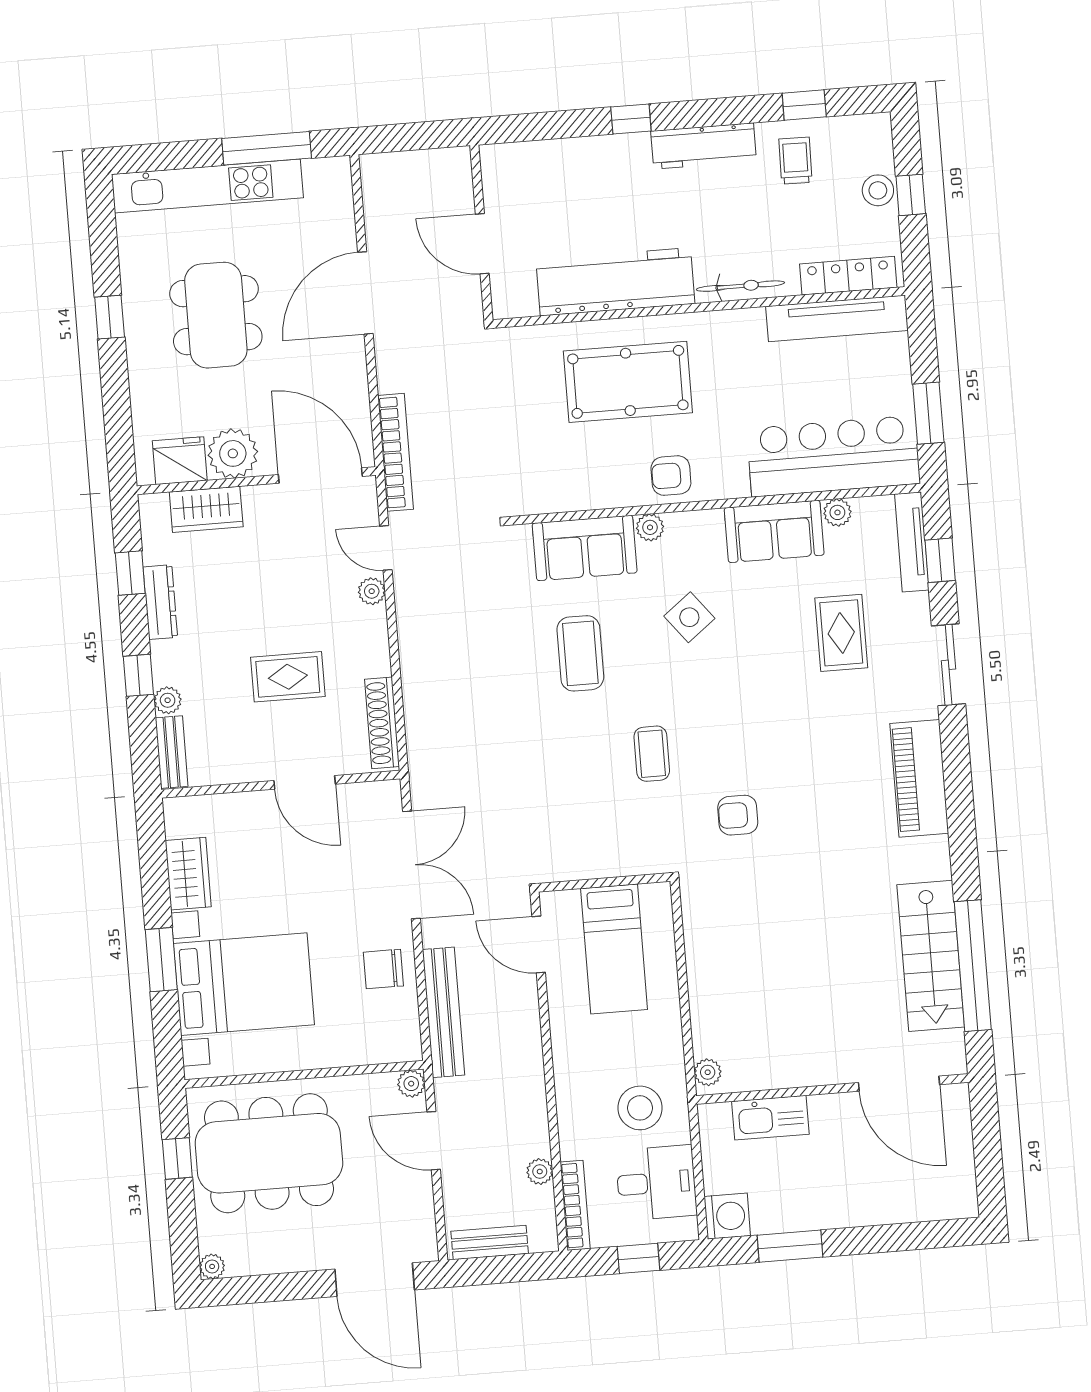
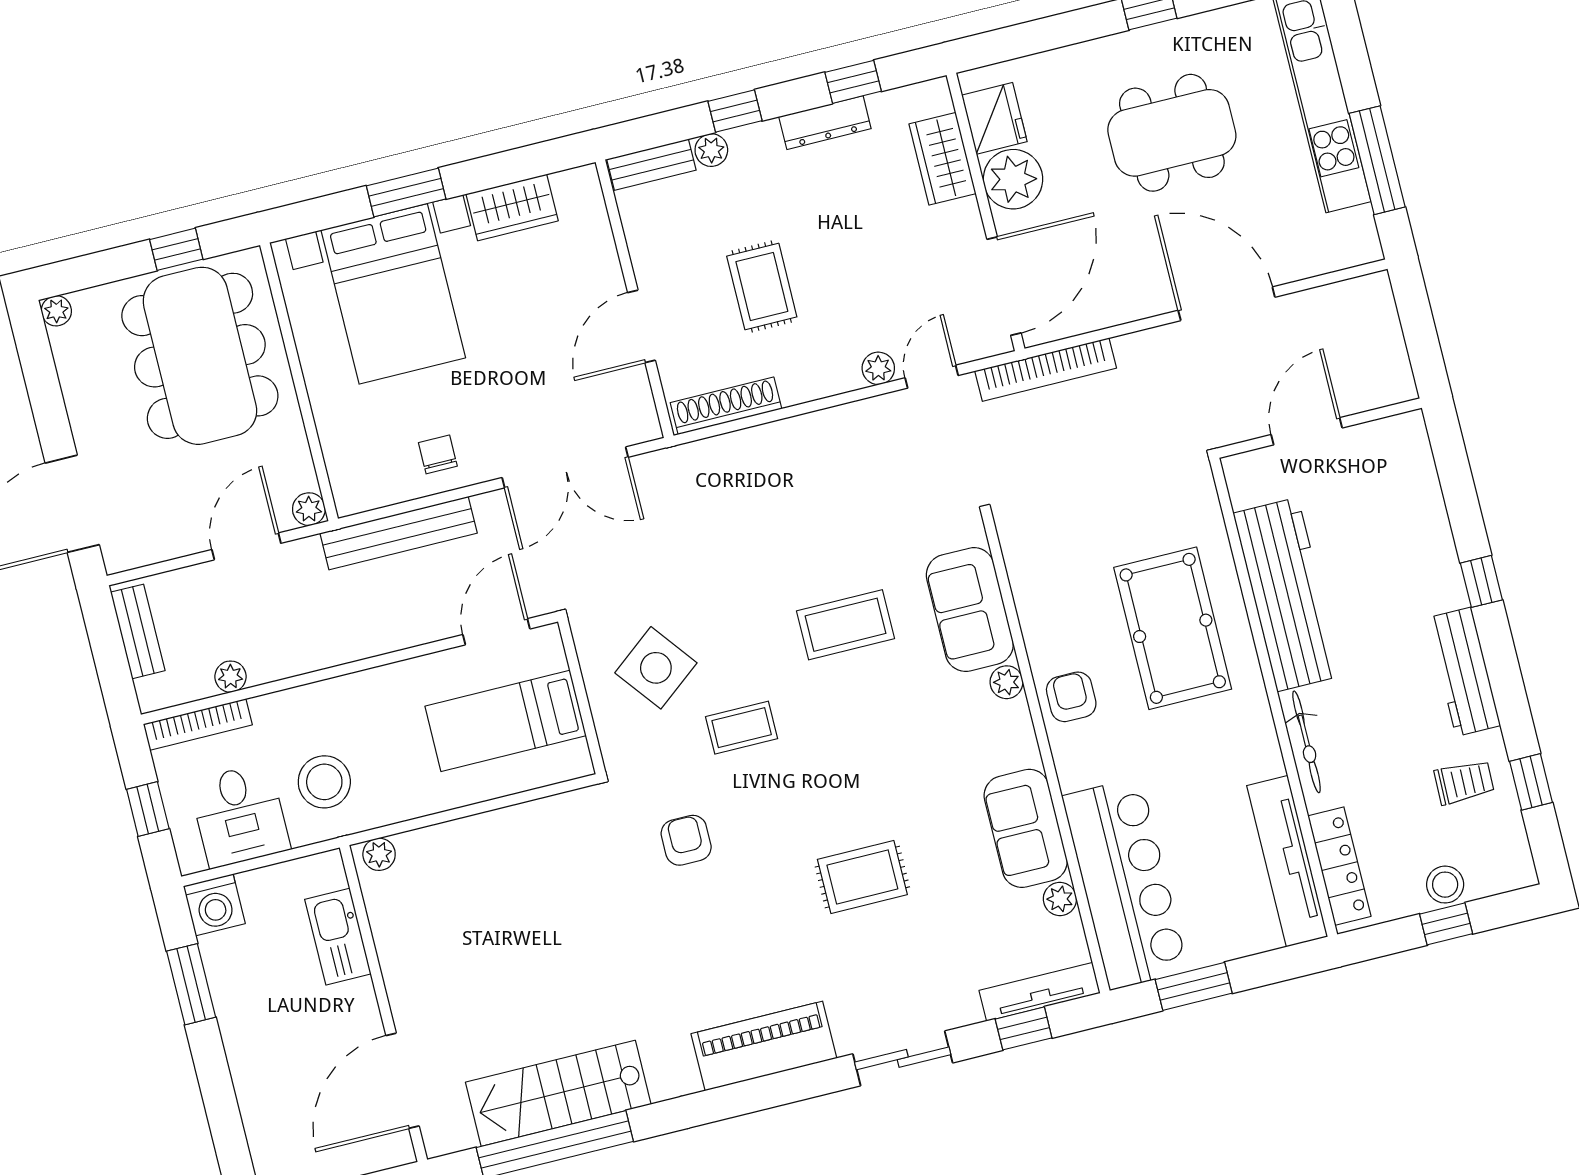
side table: (689, 617) -> (656, 668), moved, width x1.37, depth x1.37
rug: (841, 633) -> (862, 877), moved
chair: (383, 969) -> (438, 454), width x0.73, depth x0.73

